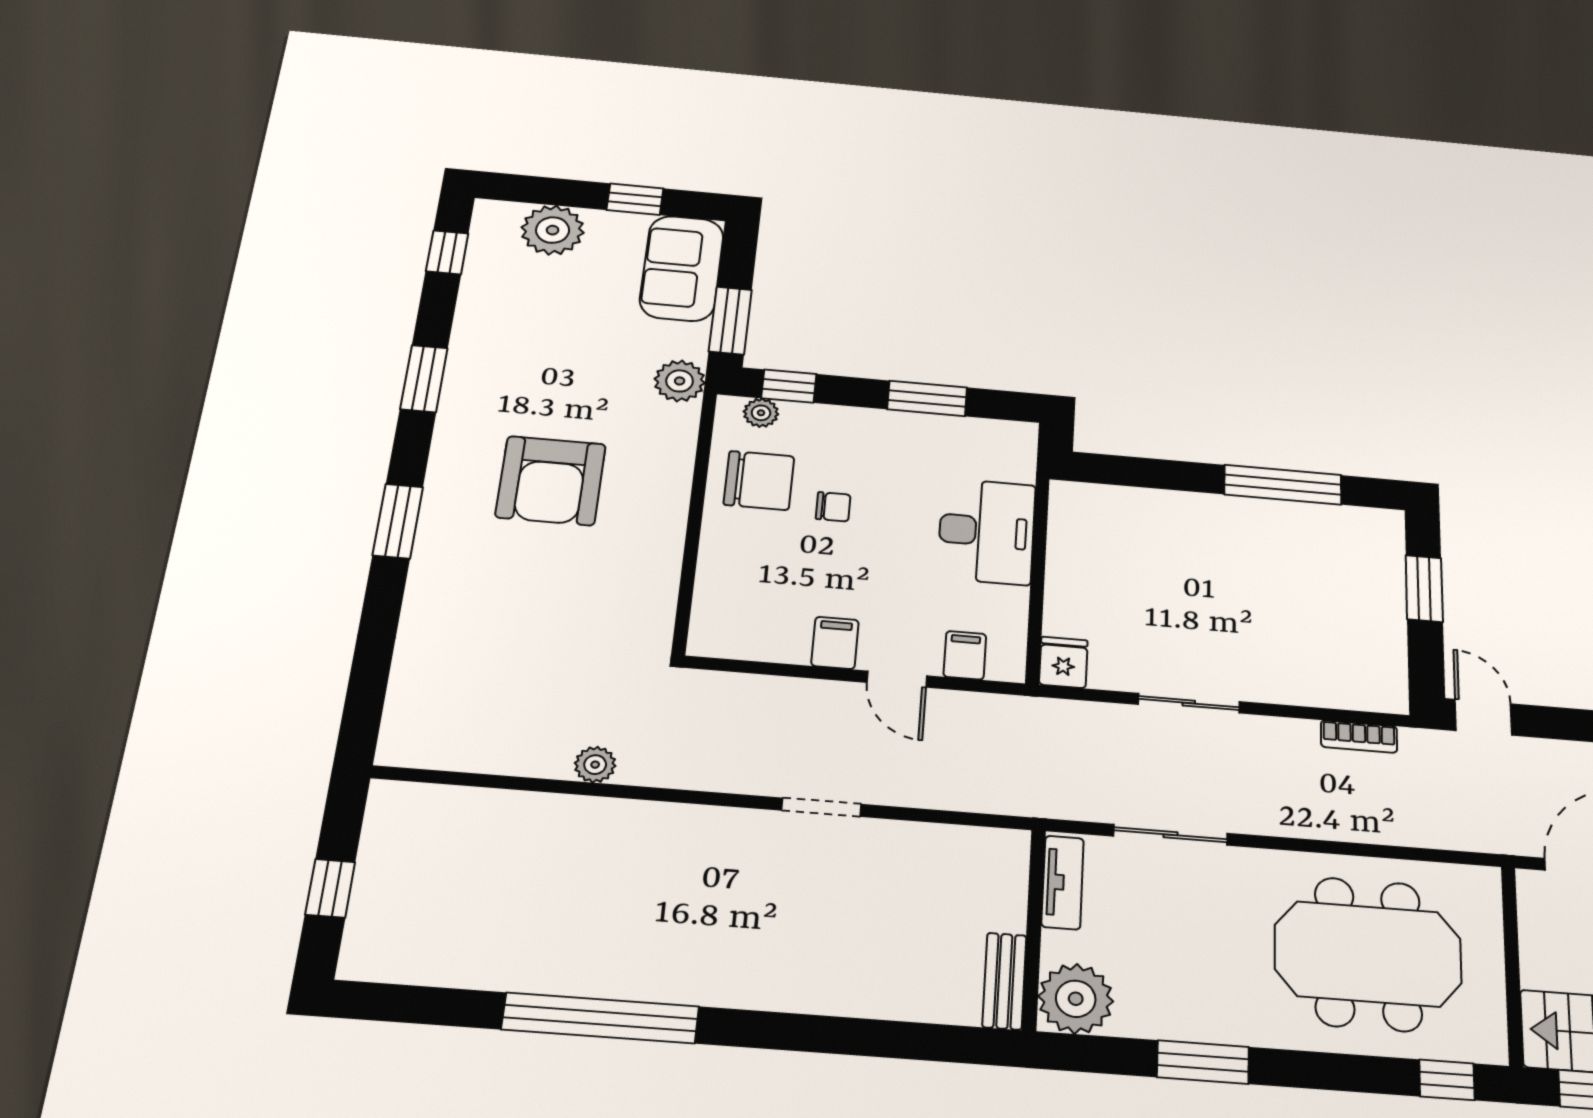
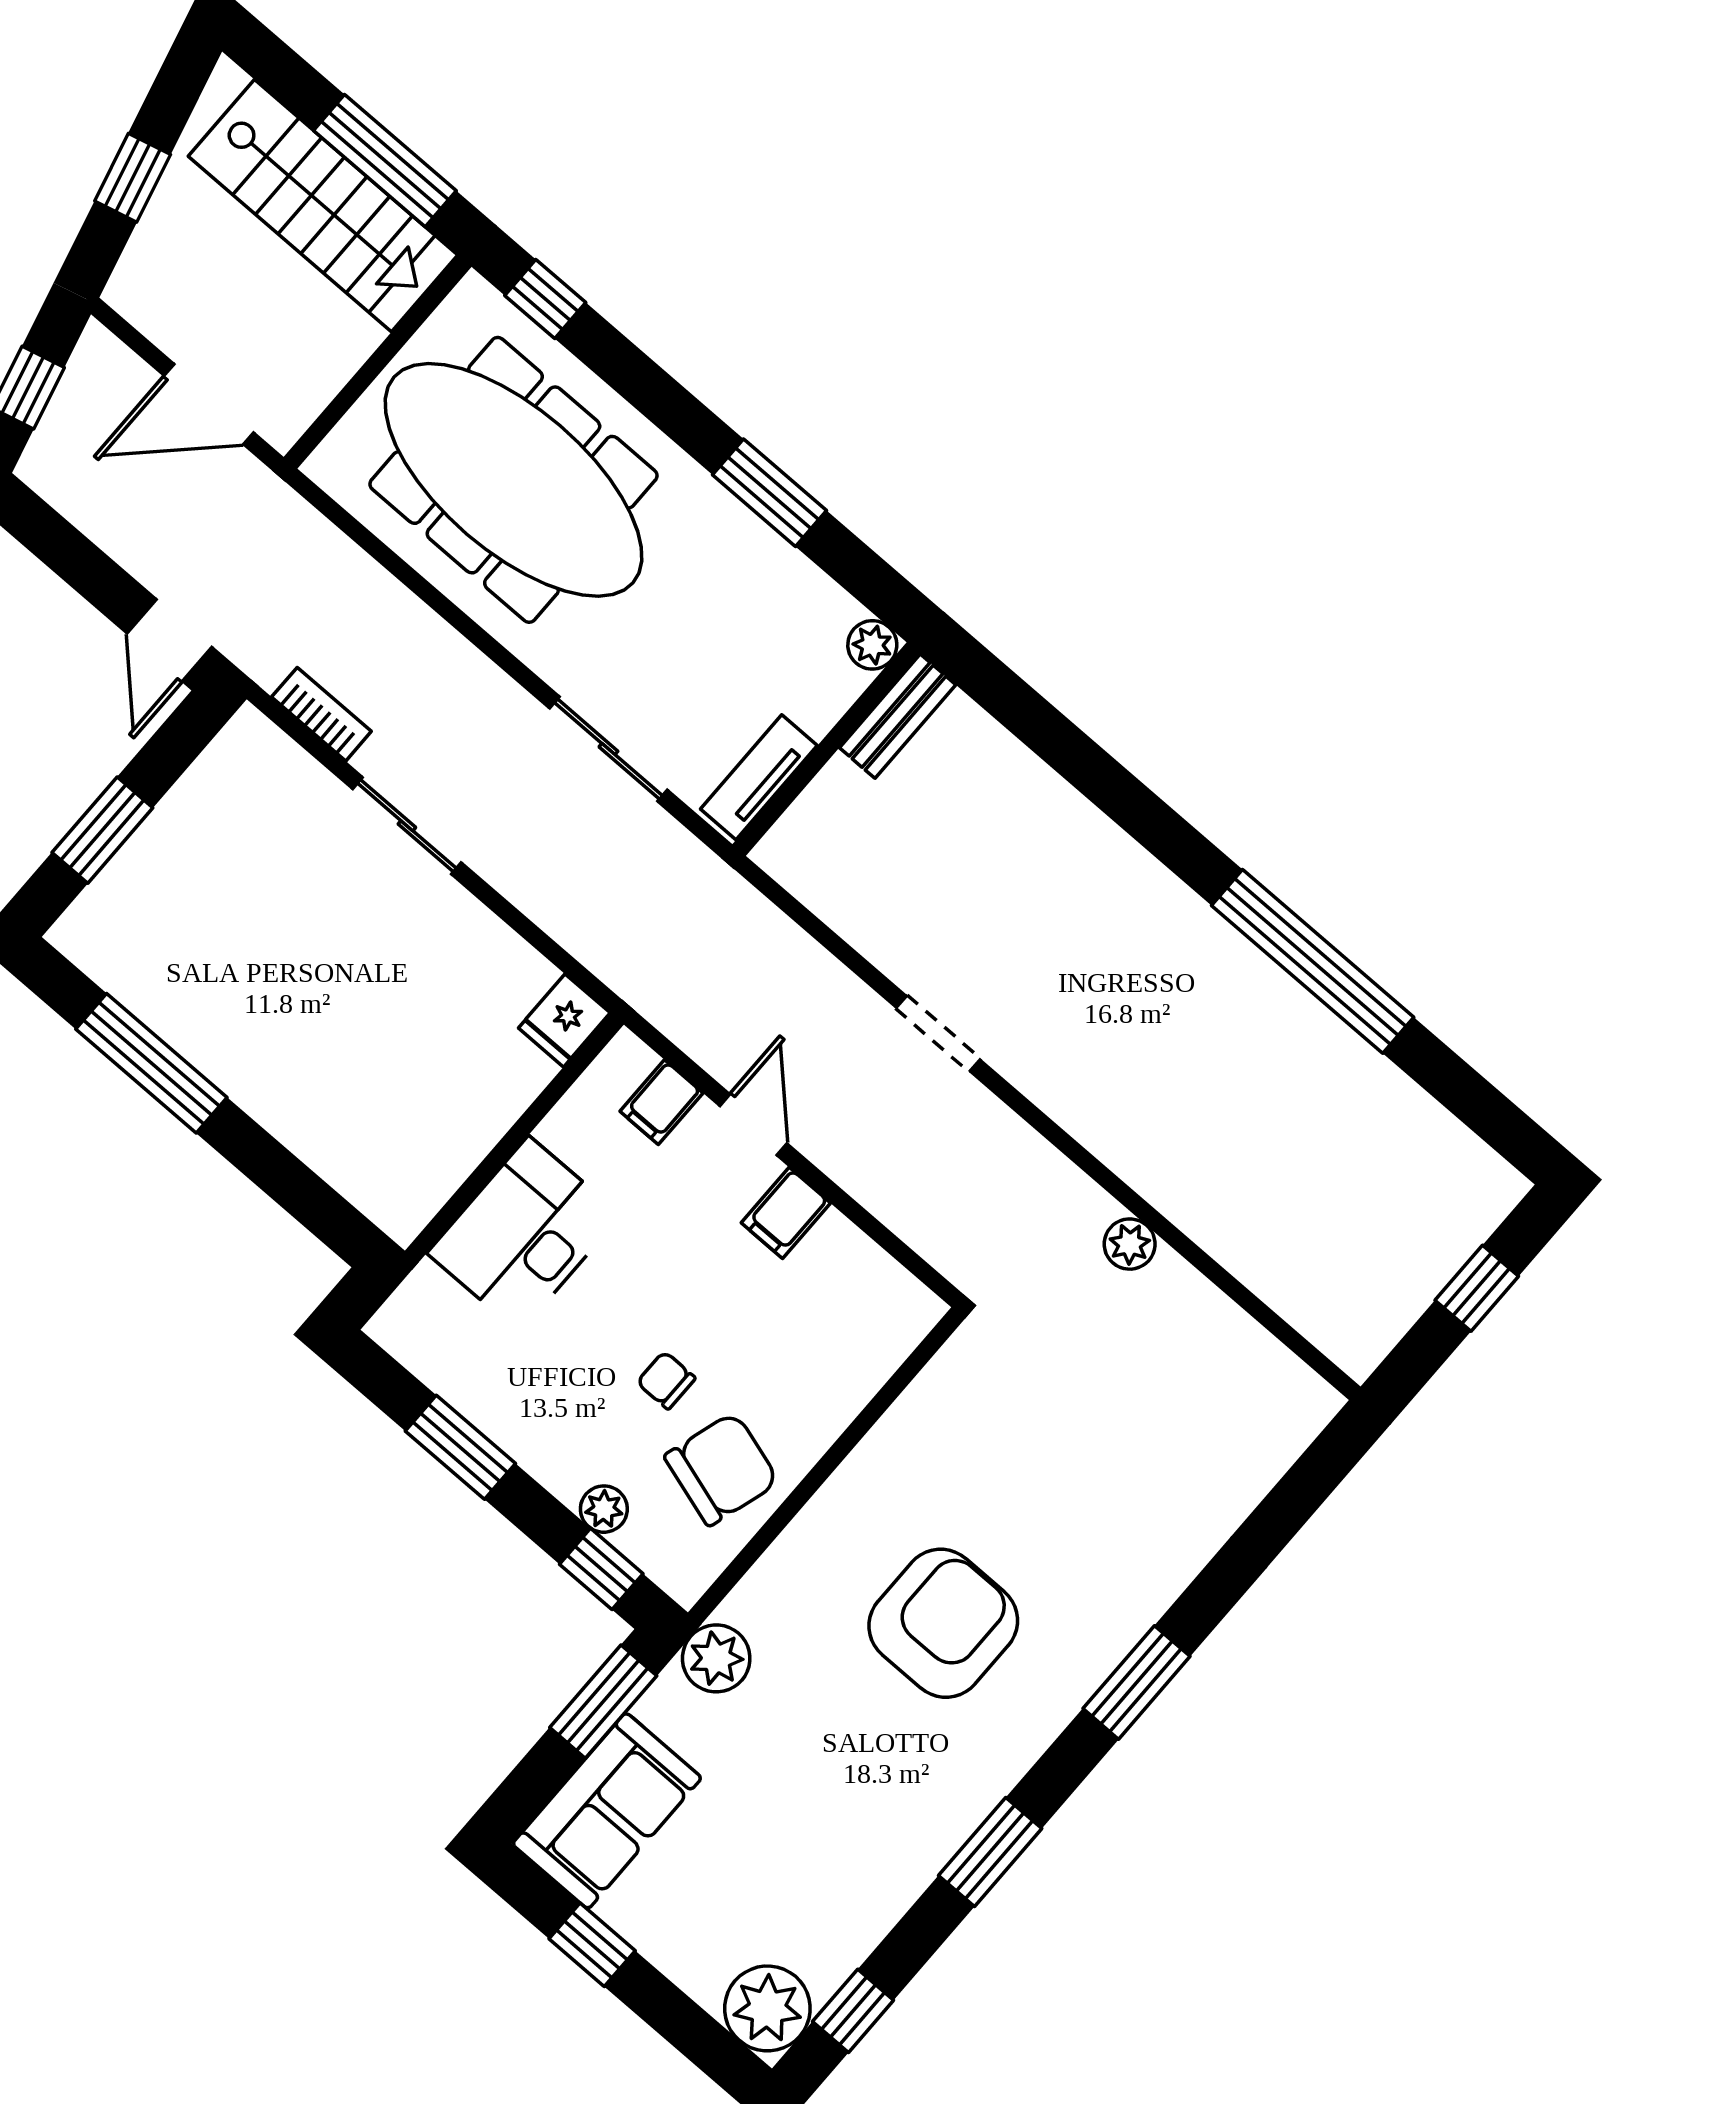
plant: (553, 230) -> (767, 2008), moved
plant: (761, 413) -> (604, 1509), moved
chair: (759, 480) -> (722, 1469), turned 107
sliding door: (1189, 703) -> (407, 826), moved
meeting table: (1368, 954) -> (513, 480), width x1.36
plant: (1076, 999) -> (872, 645), width x0.53, depth x0.53

